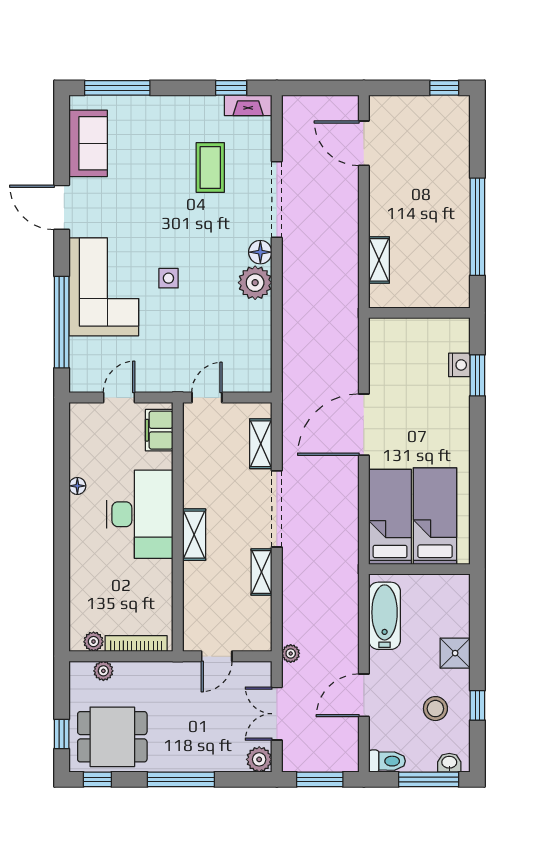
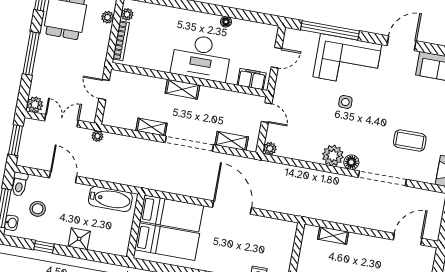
plant: (262, 382) -> (270, 148), added
door: (119, 397) -> (276, 58), hinge flipped
stool: (435, 709) -> (38, 209), moved

